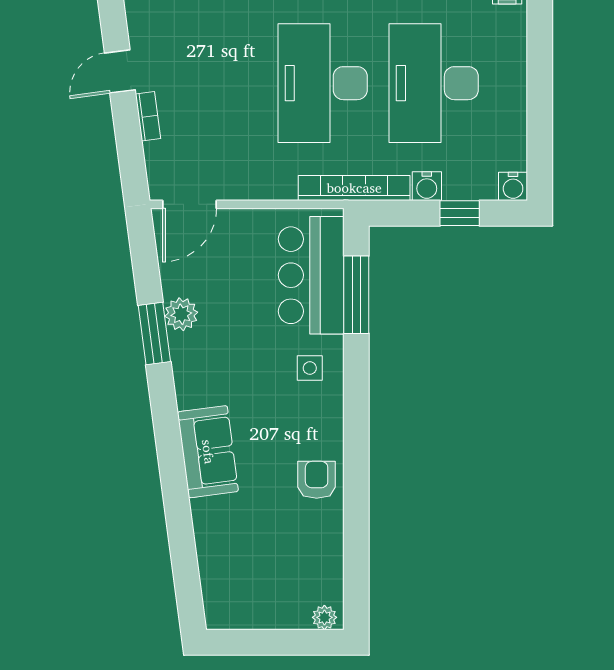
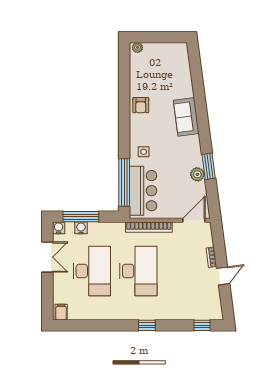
double door: (540, 116) -> (47, 257), added
water cooler: (427, 186) -> (81, 228), moved
bookcase: (354, 188) -> (149, 227), moved
window: (460, 213) -> (81, 217), width x2.17
window: (356, 295) -> (124, 183), width x1.46

